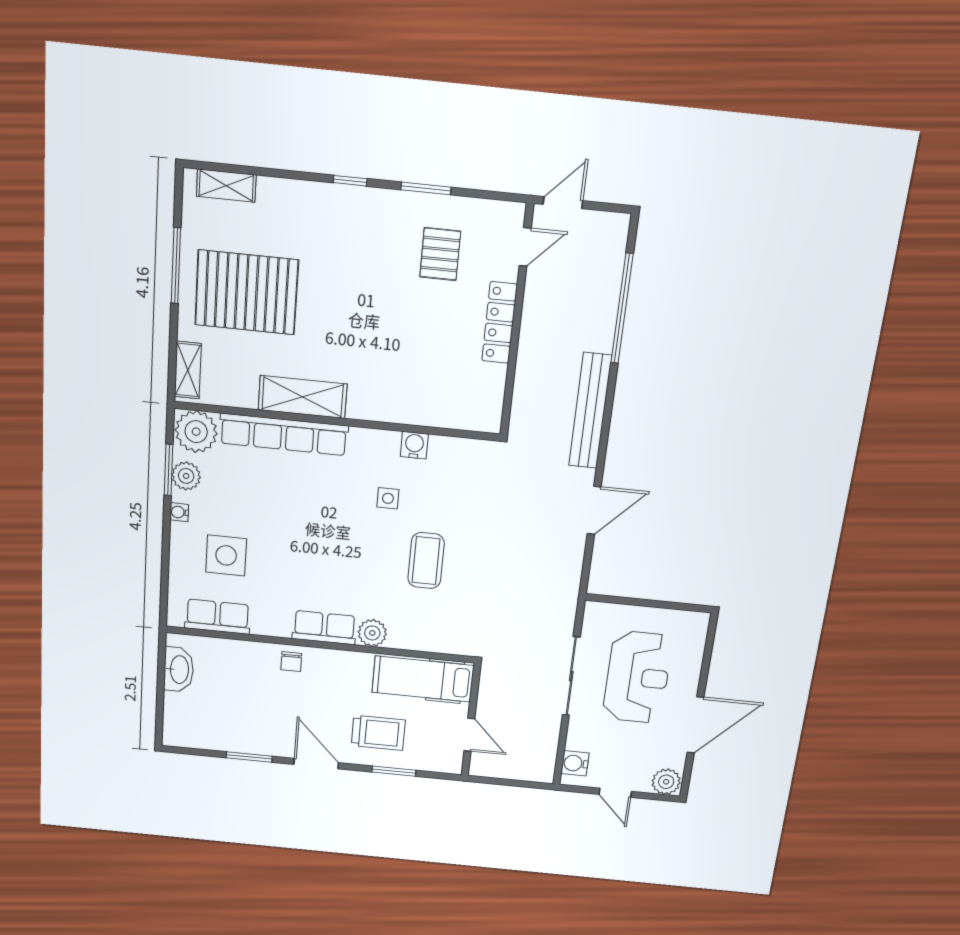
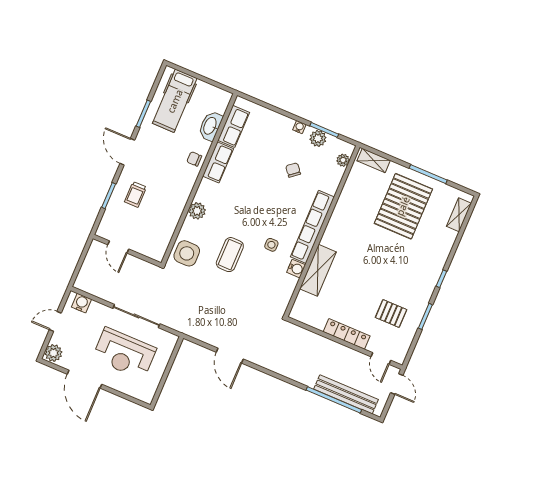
shelving: (303, 397) -> (318, 270), moved
bench: (590, 411) -> (346, 394), moved
plant: (196, 432) -> (343, 160), width x0.53, depth x0.53
row of seats: (284, 434) -> (312, 227), moved
chair: (253, 501) -> (293, 170), added
side table: (226, 555) -> (187, 253), moved
coffee table: (426, 561) -> (230, 255), turned 90
row of seats: (324, 628) -> (218, 162), moved
washbasin: (179, 670) -> (210, 126), moved, turned 90
hospital bed: (423, 679) -> (175, 101), moved, turned 180
trolley: (378, 733) -> (136, 194), width x0.73, depth x0.72
door: (469, 735) -> (118, 247), hinge flipped
door: (316, 764) -> (127, 152), swing flipped

